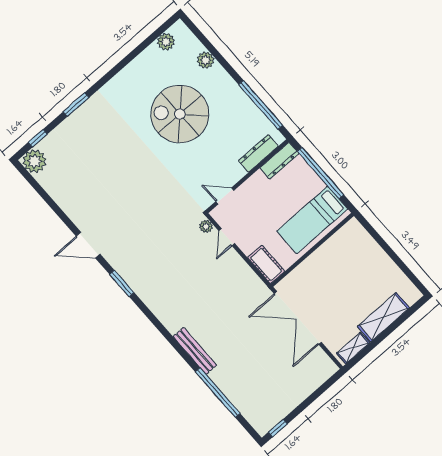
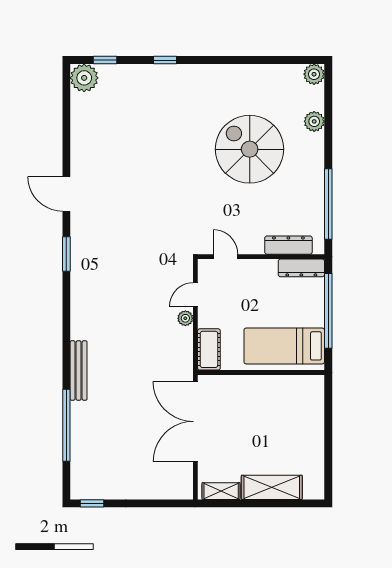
plant: (166, 42) -> (314, 74), moved
window: (76, 105) -> (165, 60), width x0.67
plant: (206, 226) -> (185, 318), moved

